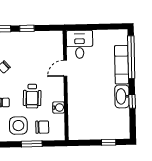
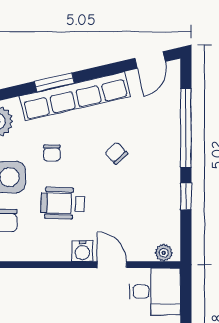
plant: (58, 40) -> (164, 253), added
water cooler: (59, 107) -> (82, 251), moved

